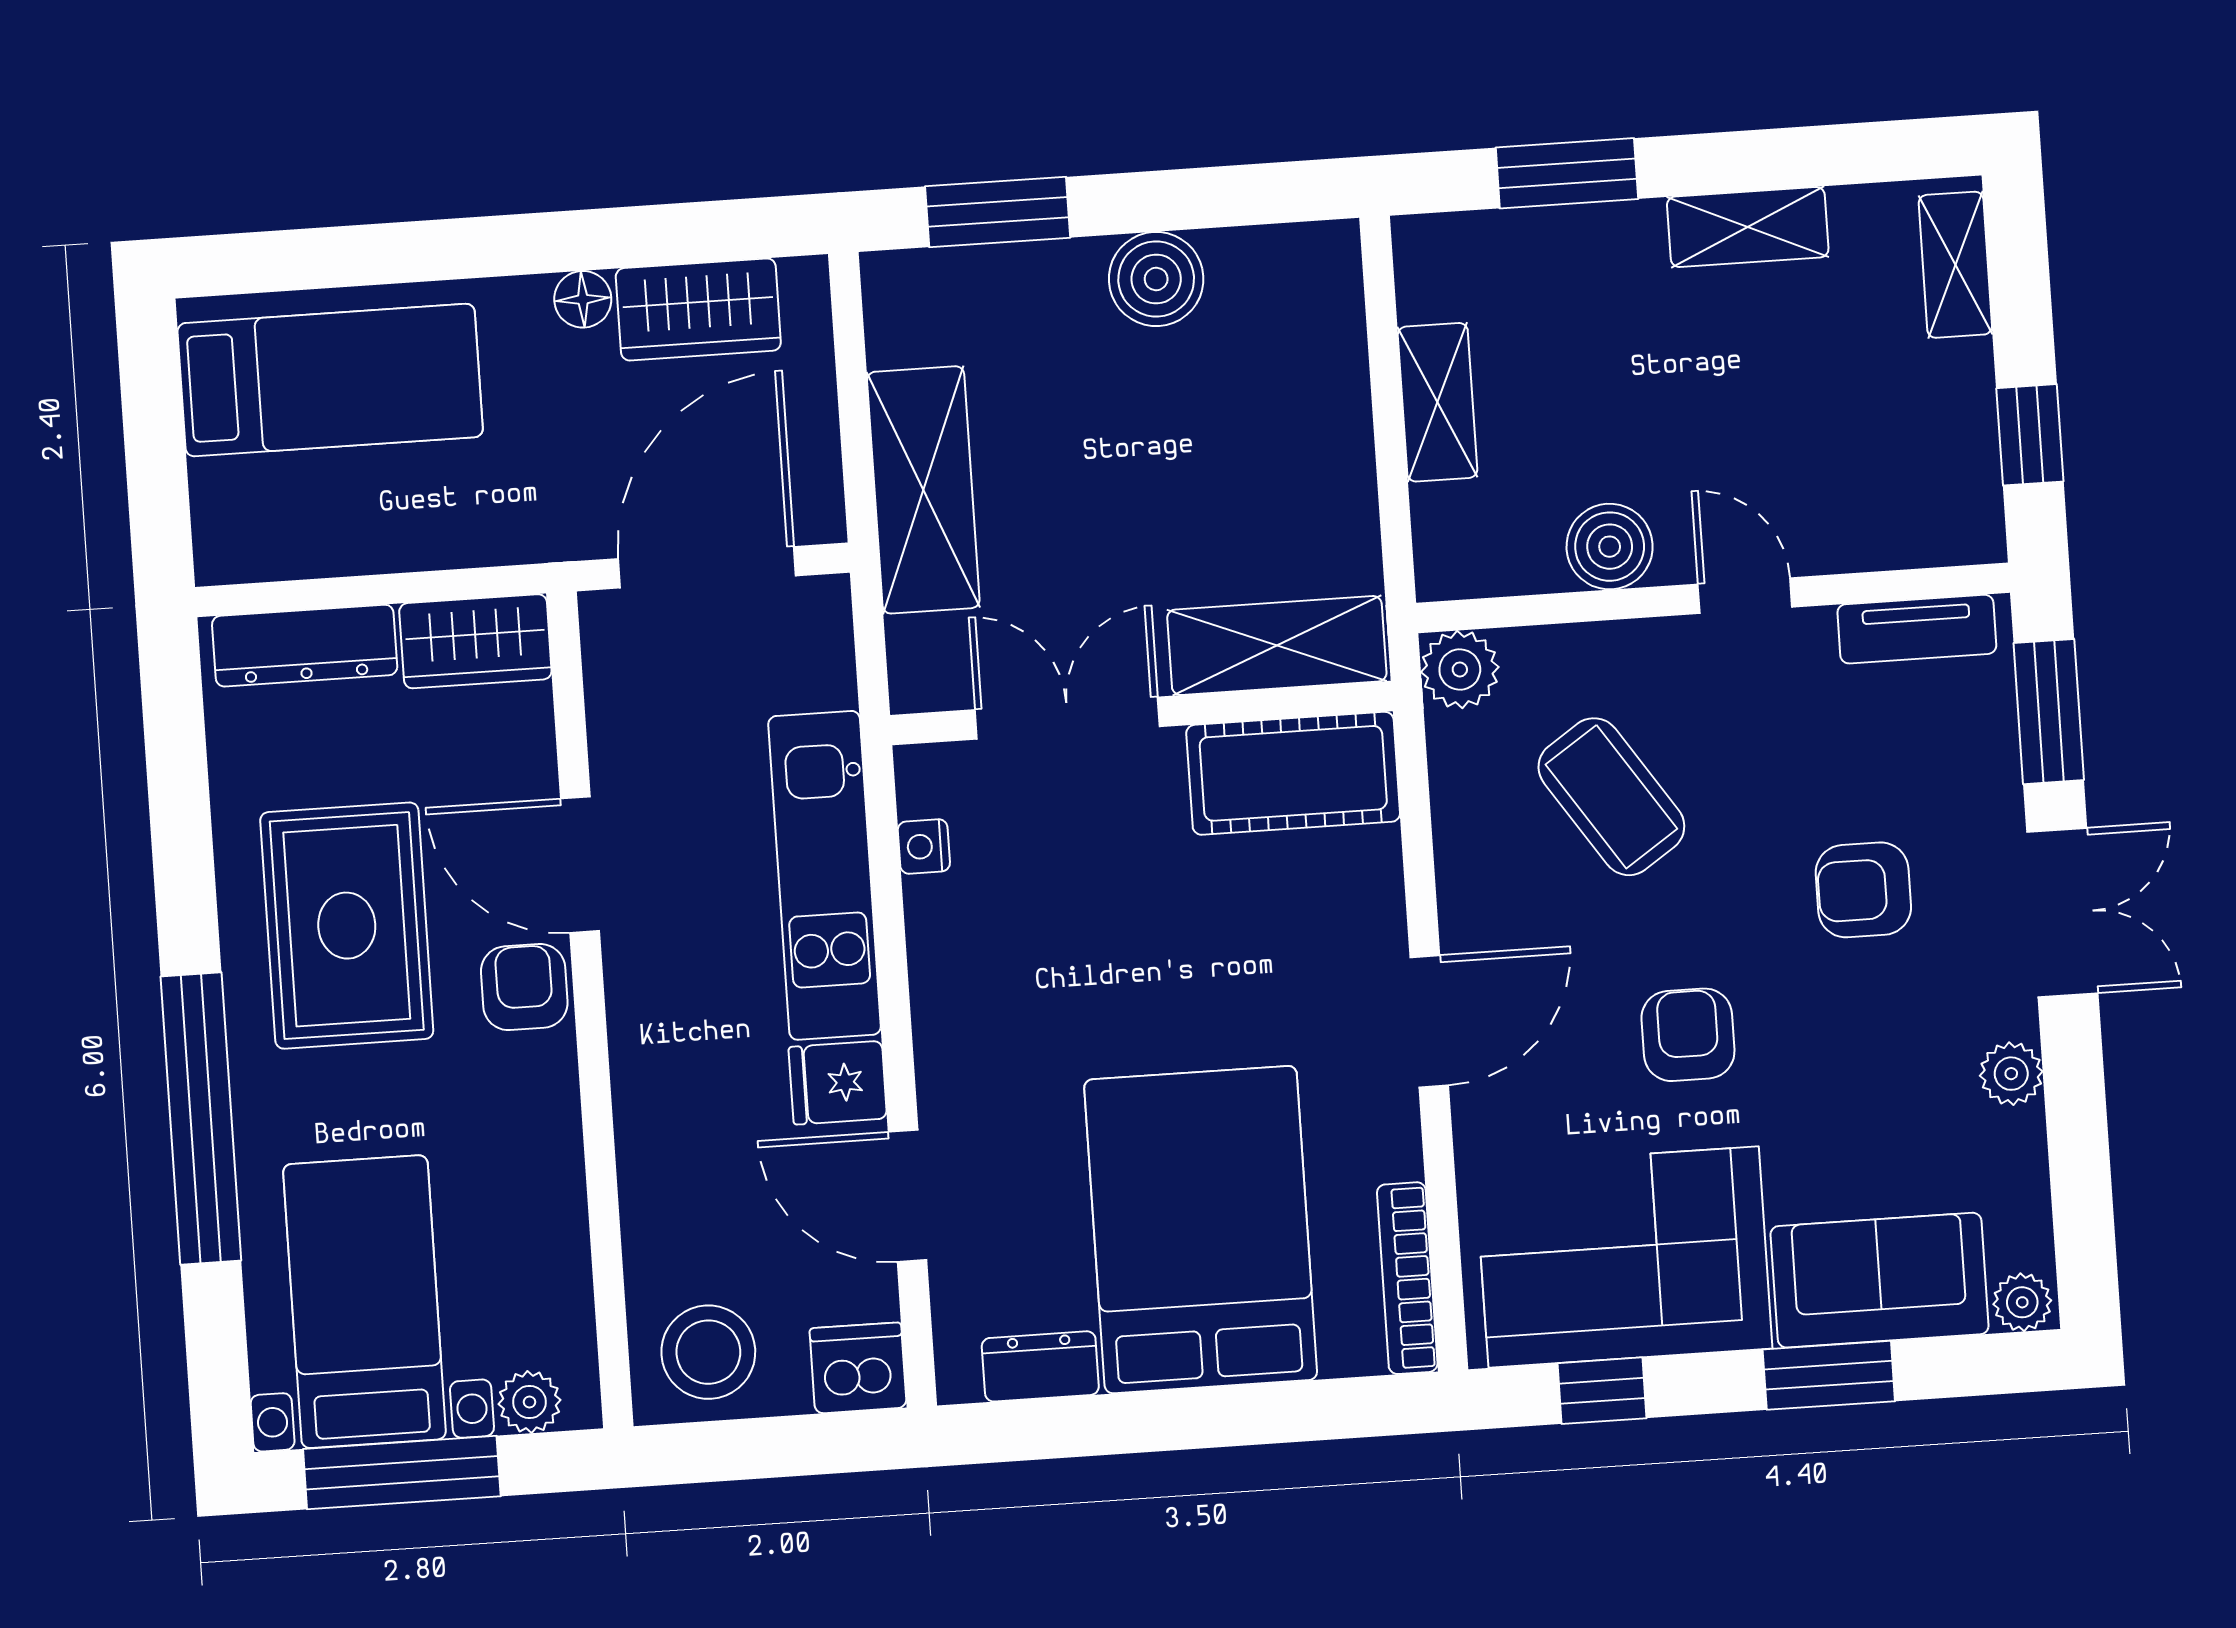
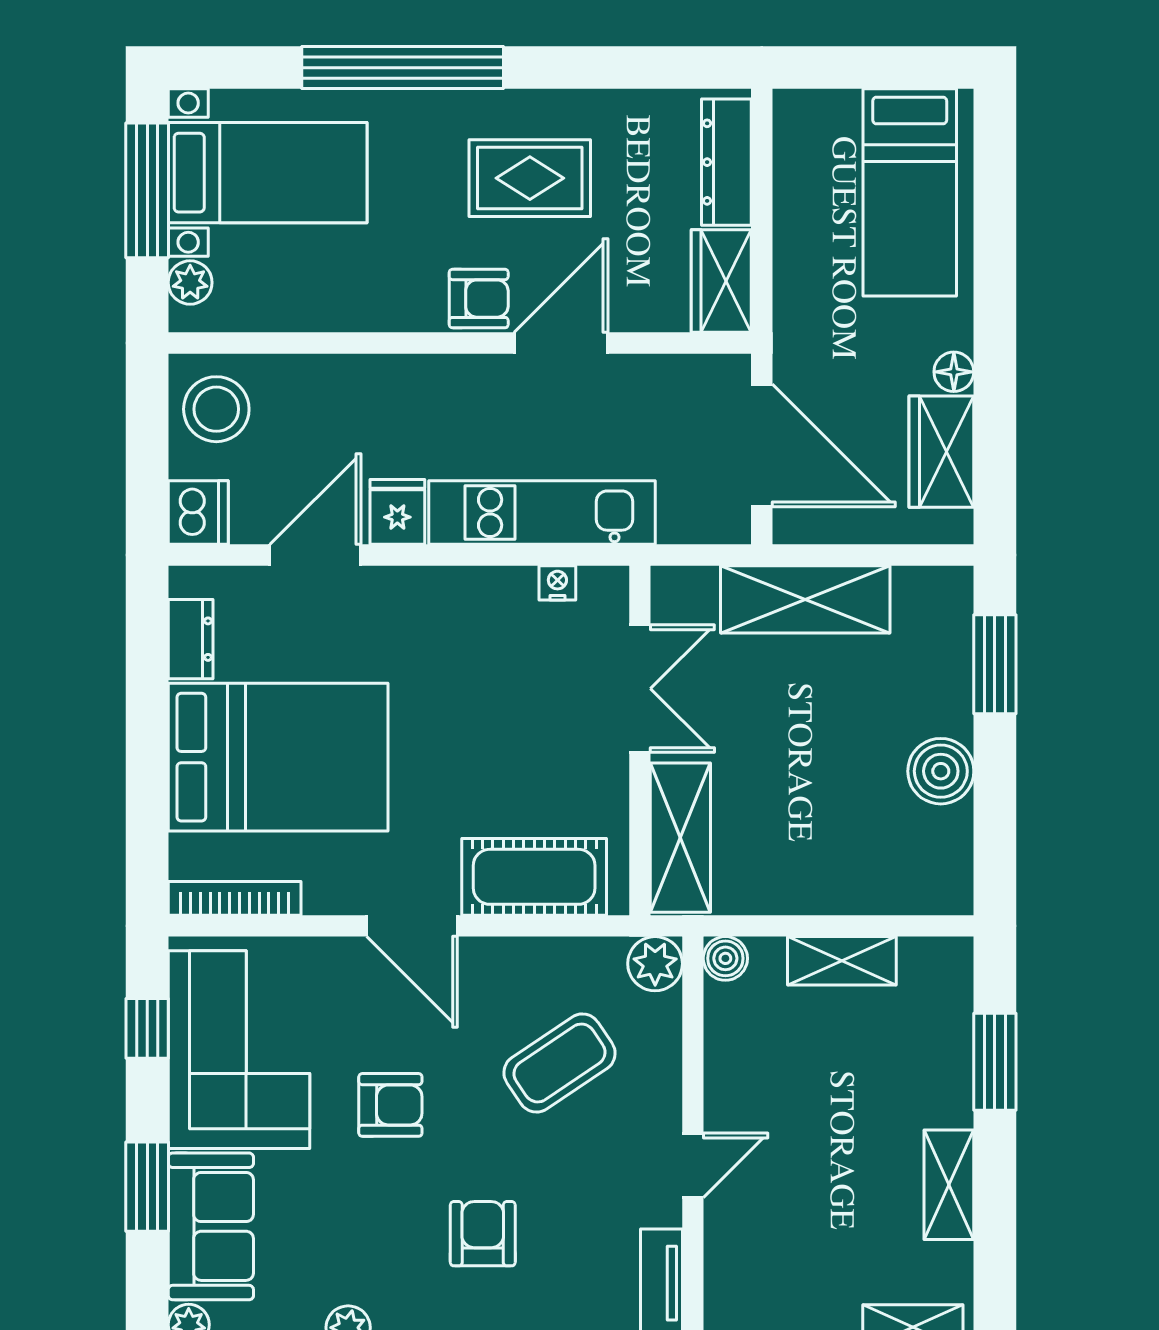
boiler: (1610, 547) -> (725, 958), moved, width x0.73, depth x0.73
cot: (1293, 773) -> (534, 877), moved, turned 90
rug: (347, 926) -> (530, 178), width x0.73, depth x0.70

